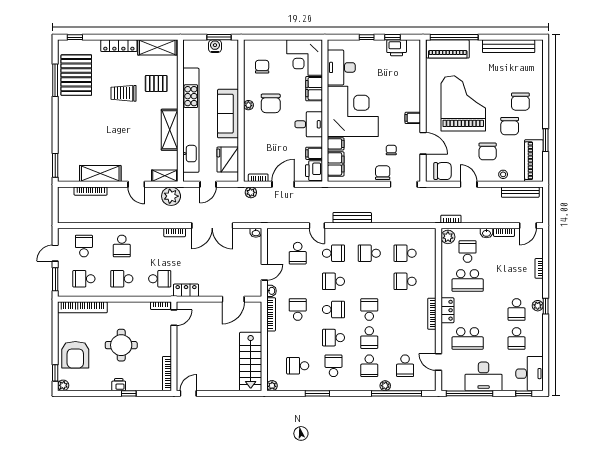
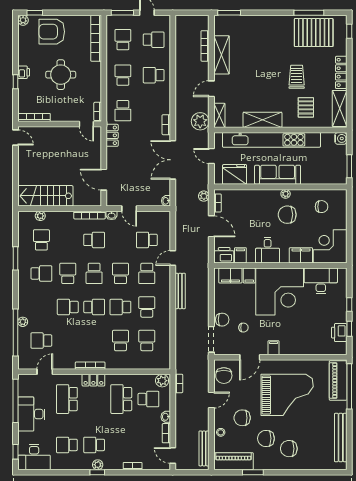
water cooler: (215, 46) -> (341, 138), moved
school desk: (369, 366) -> (120, 307), moved
plant: (272, 386) -> (40, 216), moved

